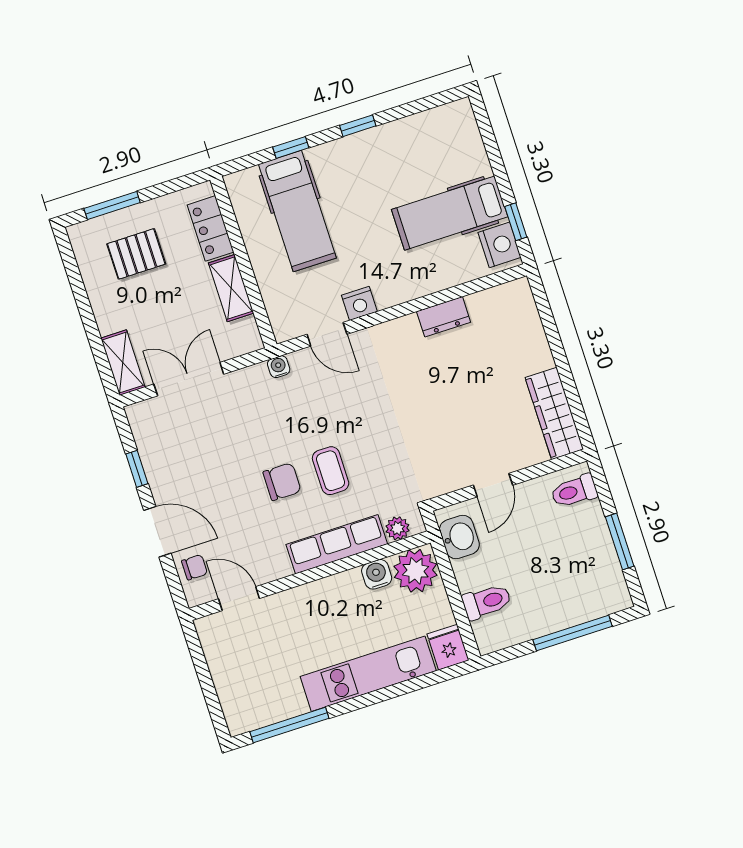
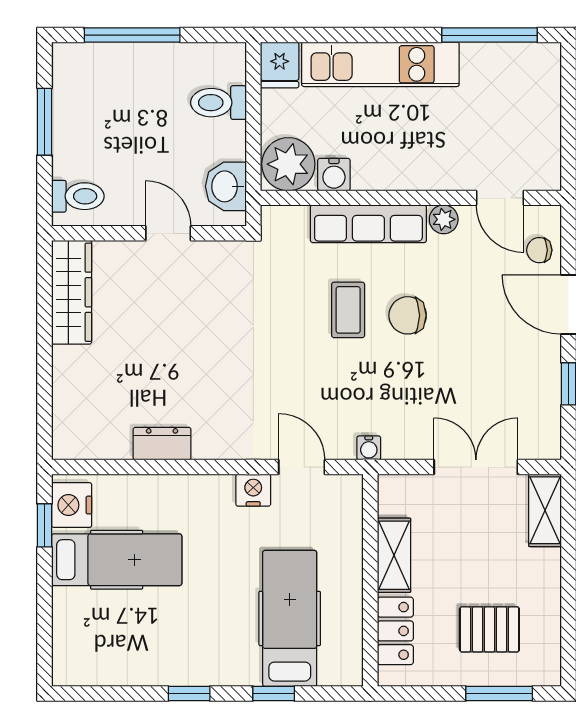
double door: (189, 379) -> (476, 467), swing flipped
door: (493, 485) -> (168, 233), hinge flipped
plant: (397, 528) -> (444, 219), moved

